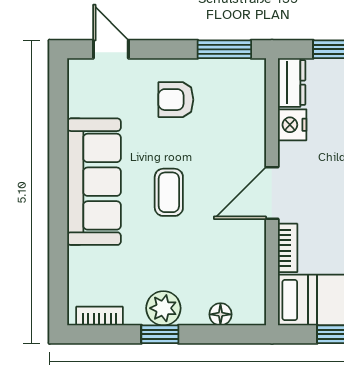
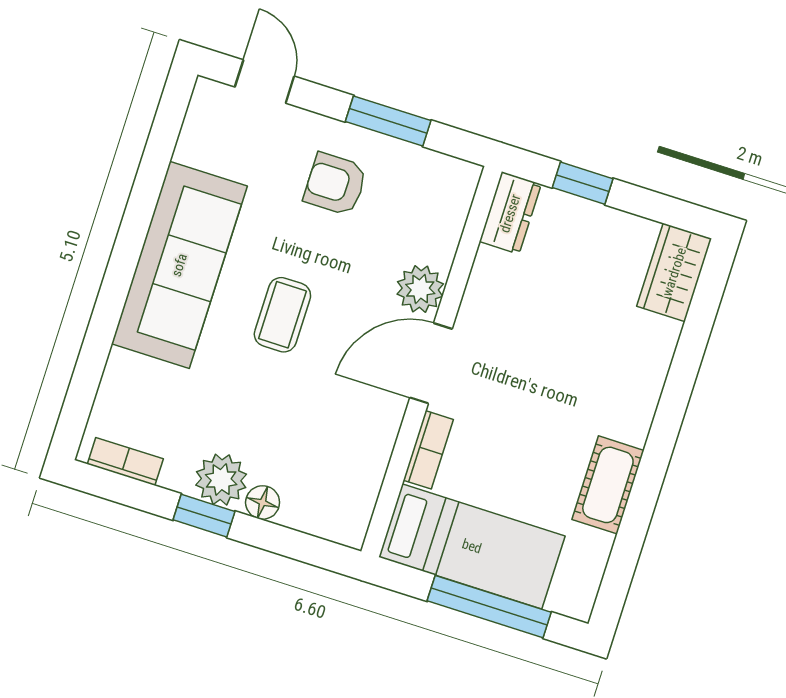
window: (224, 49) -> (388, 121), moved
nightstand: (292, 125) -> (492, 274), removed
plant: (250, 148) -> (420, 289), added
floor lamp: (220, 314) -> (263, 502), moved

